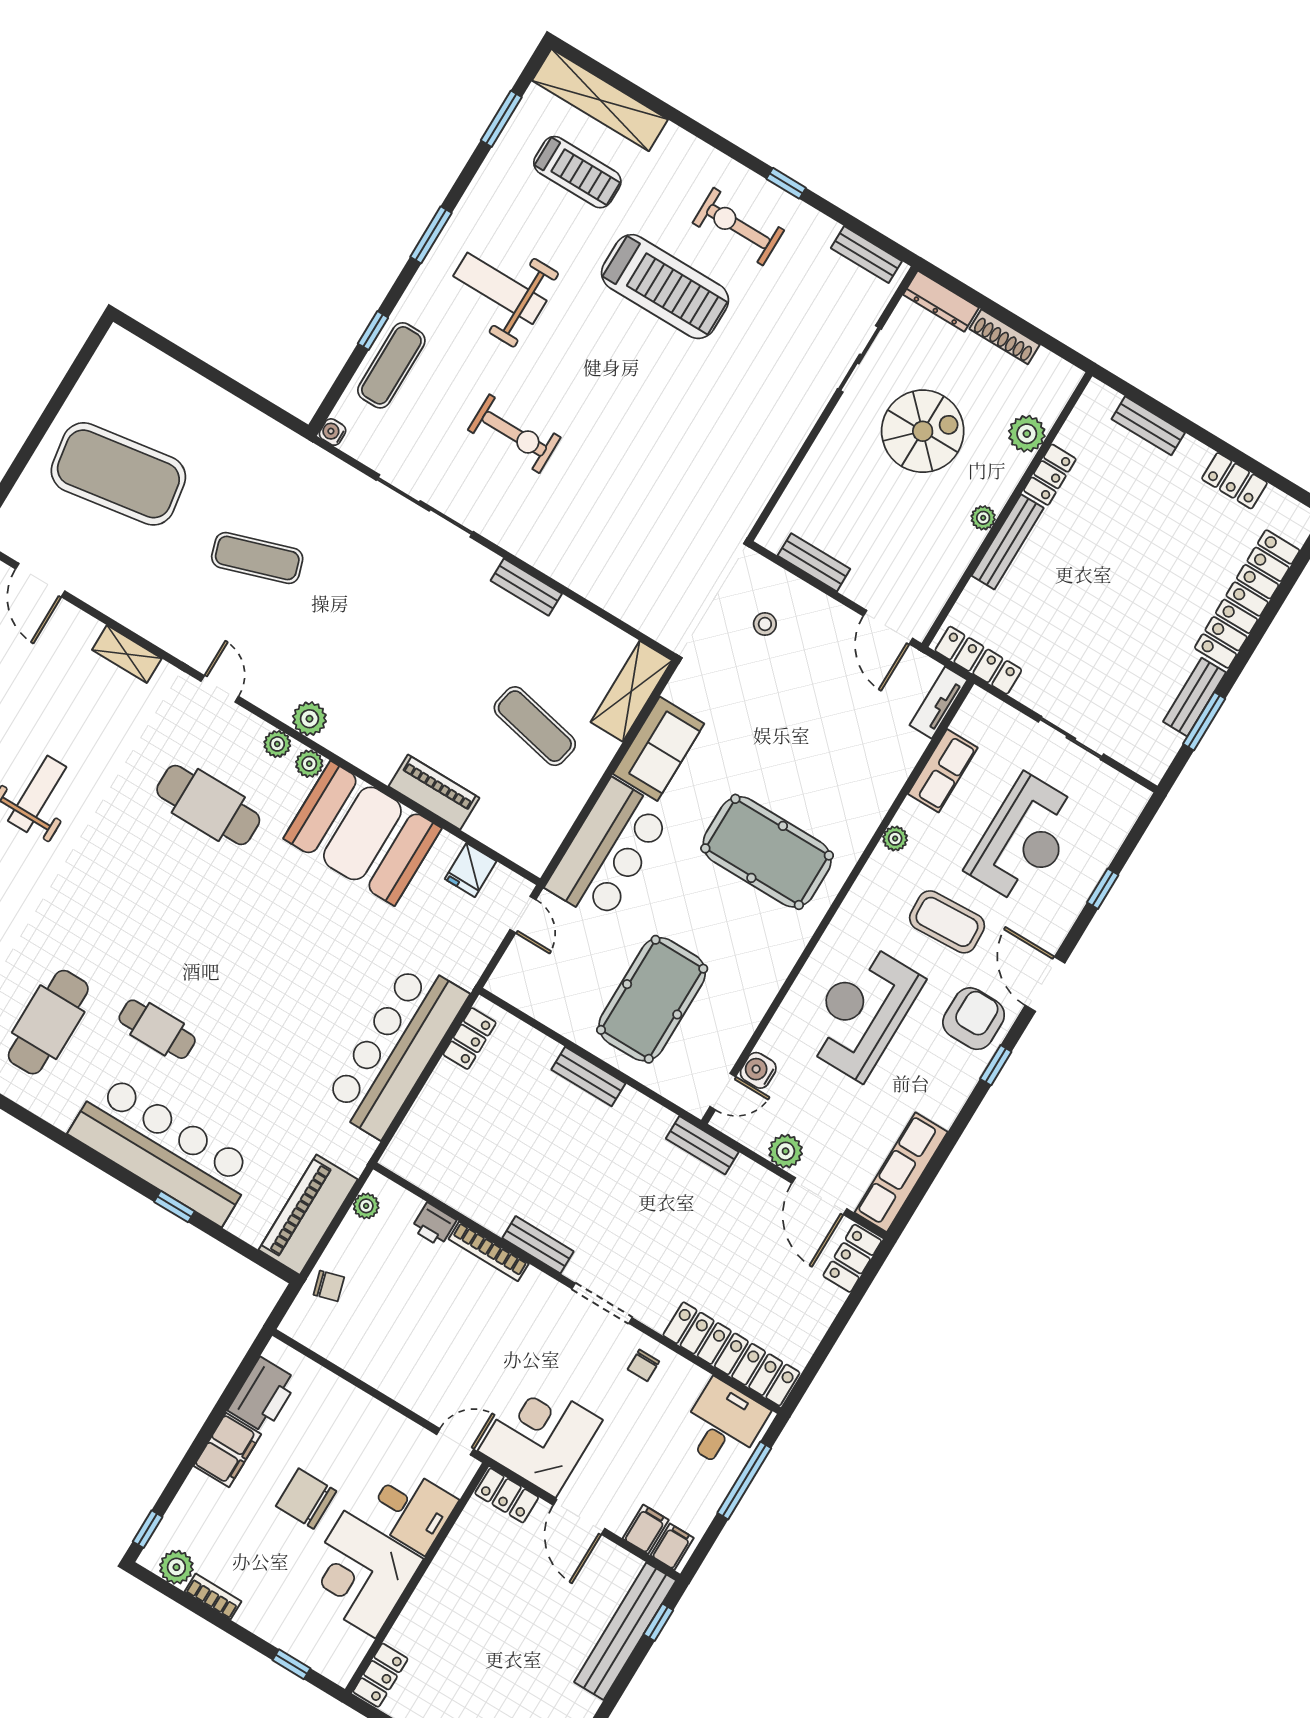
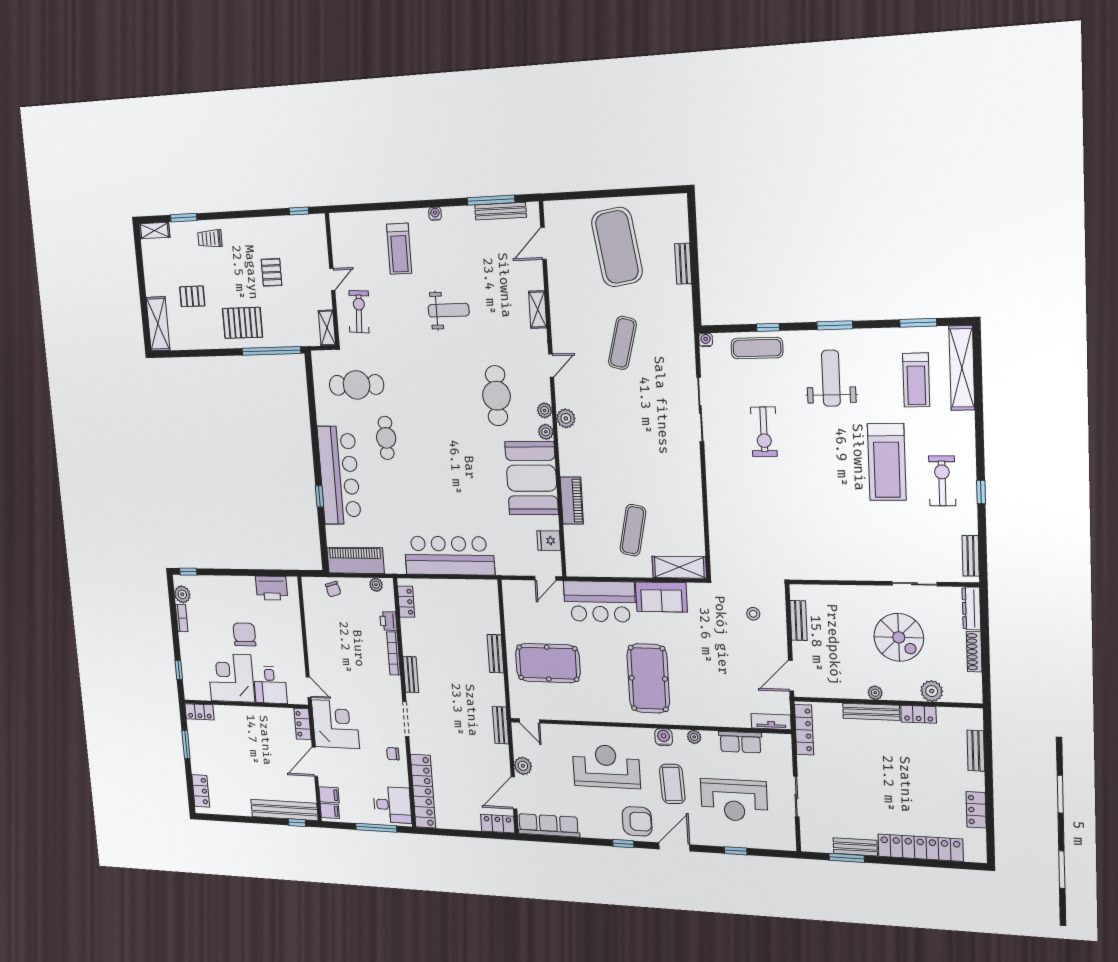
exercise mat: (257, 558) -> (622, 343), turned 33
bench: (526, 587) -> (683, 264), moved
locker: (470, 1038) -> (406, 602), moved, turned -90
water cooler: (758, 1070) -> (664, 737), moved
filing cabinet: (227, 1450) -> (240, 587), removed

